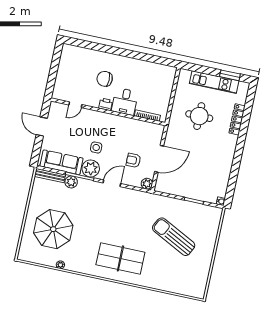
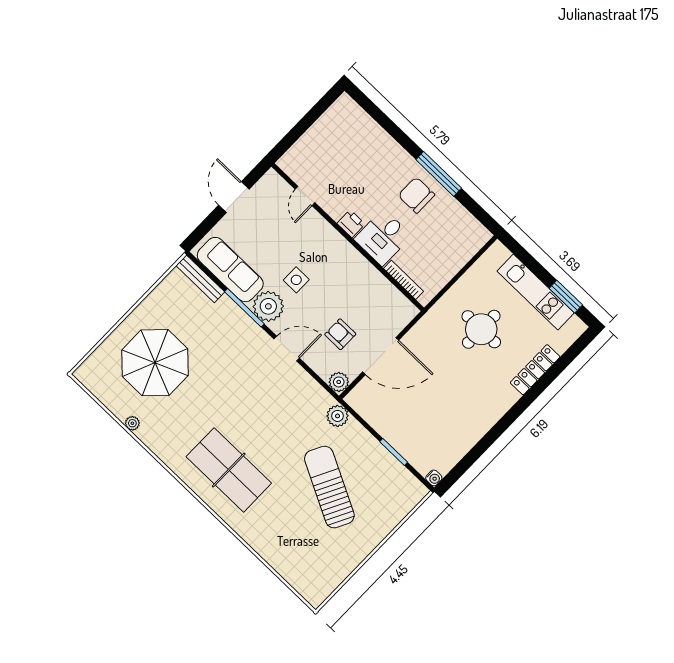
window: (133, 54) -> (439, 174), added
chair: (105, 79) -> (416, 195), moved
door: (75, 105) -> (305, 196), hinge flipped
plant: (71, 182) -> (338, 416), moved

